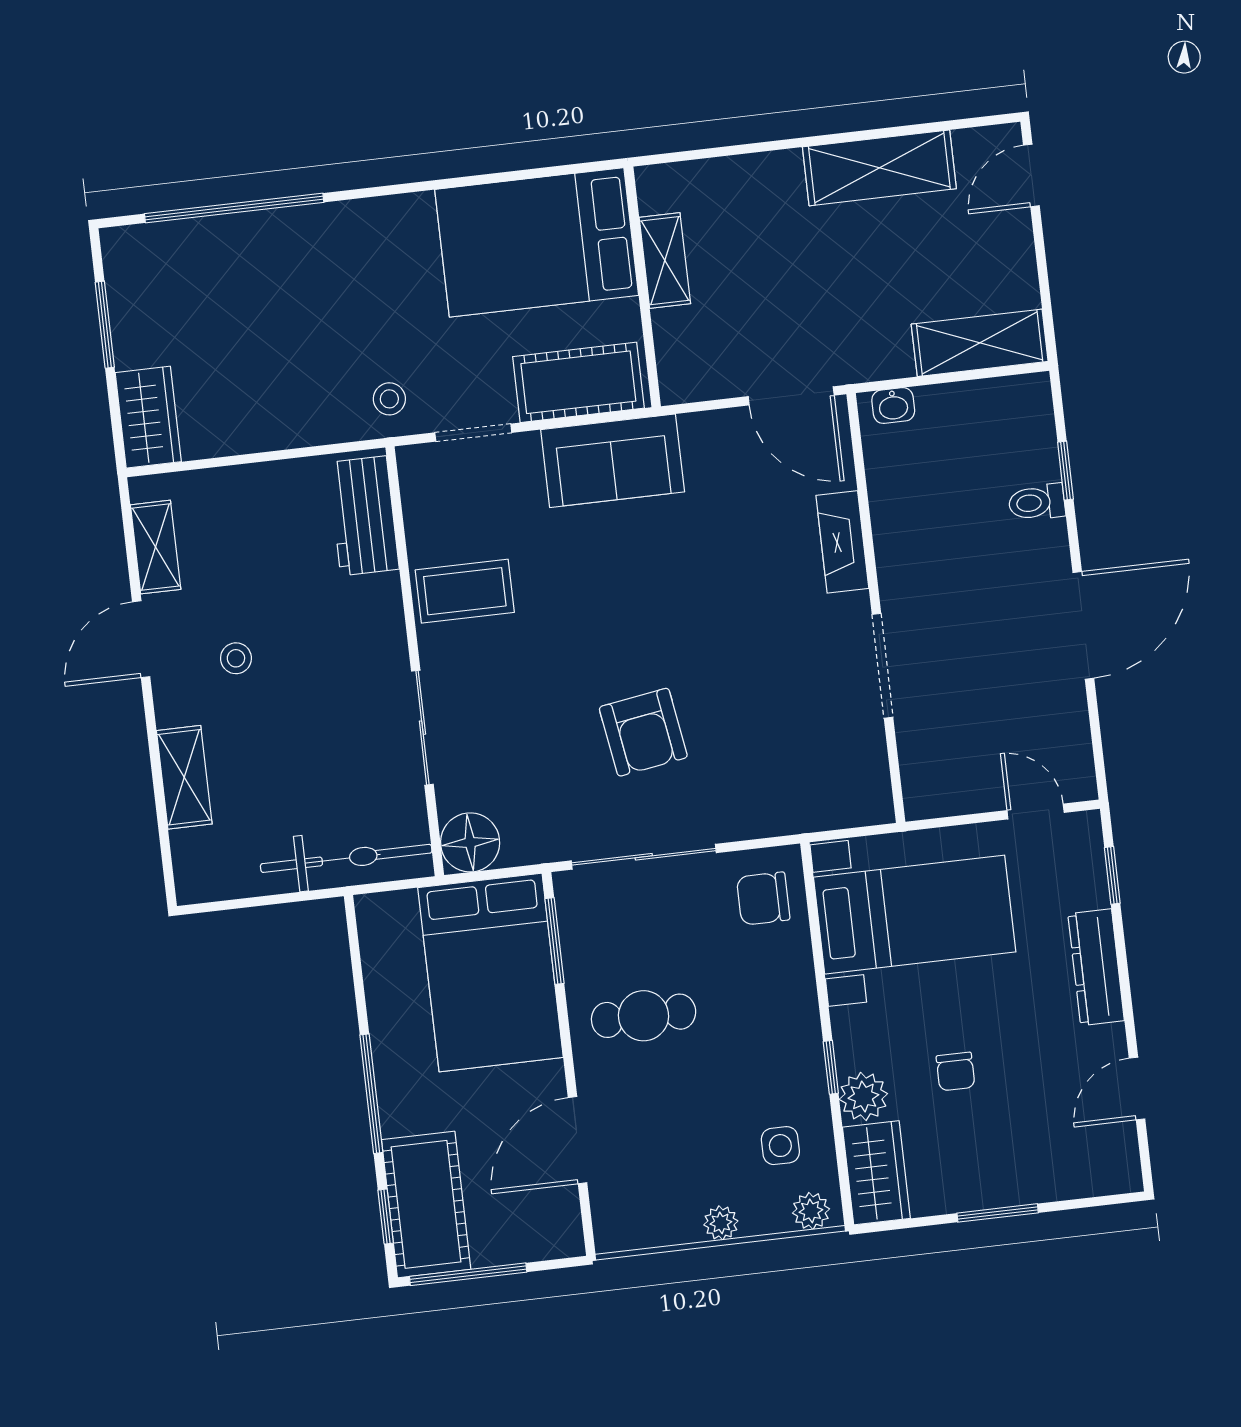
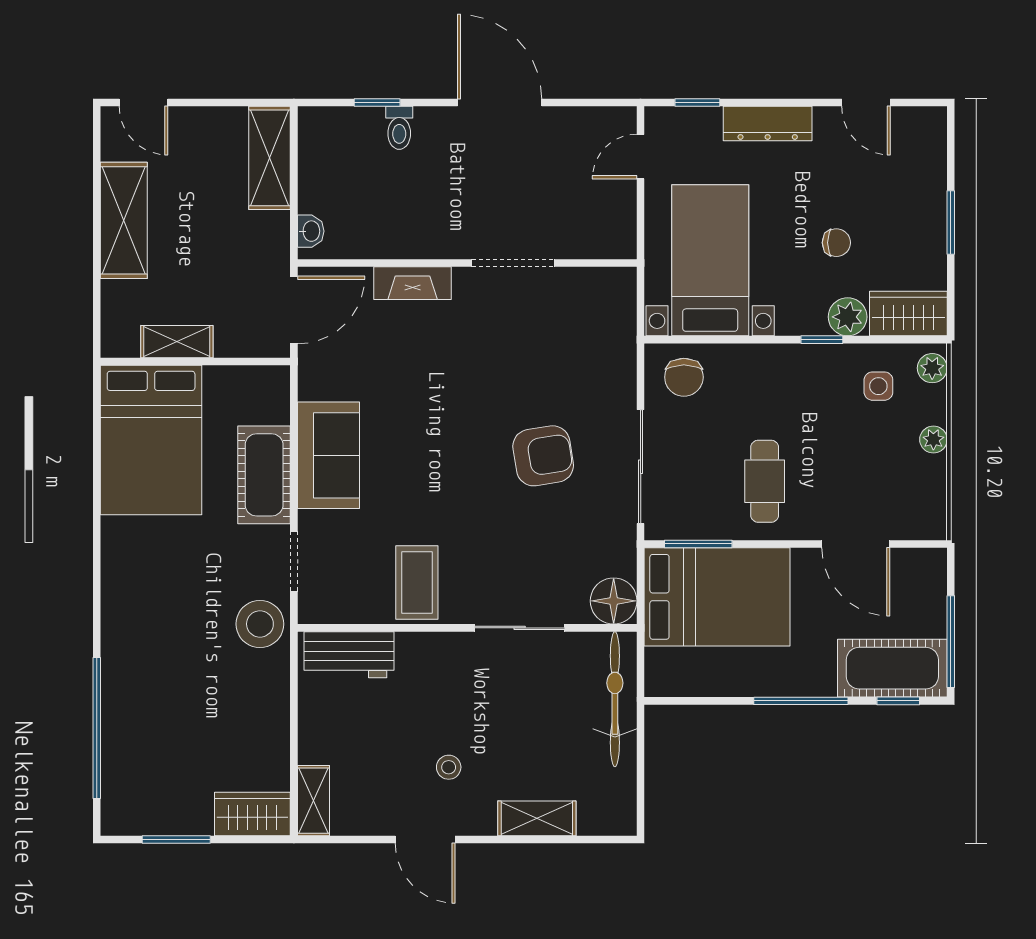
bed: (537, 242) -> (151, 440), moved
shelving: (665, 261) -> (177, 342), moved
wall: (642, 287) -> (195, 362), moved
stool: (389, 399) -> (260, 624), width x1.89, depth x1.89
shelving: (156, 547) -> (313, 801), moved, turned 90

